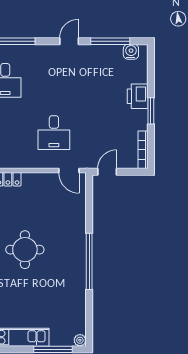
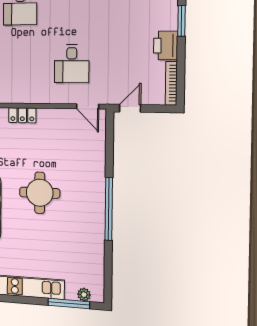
printer: (138, 96) -> (166, 46), moved
window: (151, 111) -> (181, 21), moved
plant: (80, 340) -> (84, 295), moved

